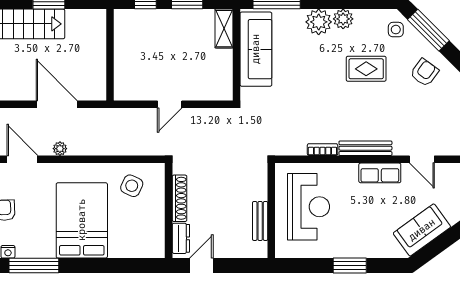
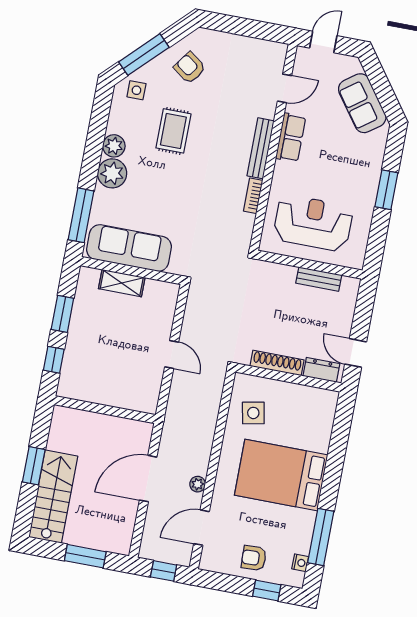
shelving: (224, 29) -> (122, 283), moved
side table: (132, 186) -> (253, 413), turned -36

